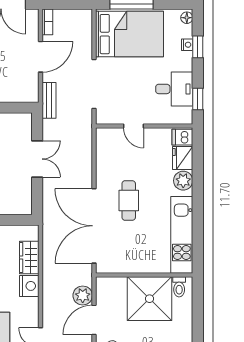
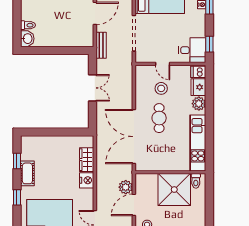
desk: (174, 89) -> (192, 50), moved
stool: (132, 160) -> (161, 88), added

